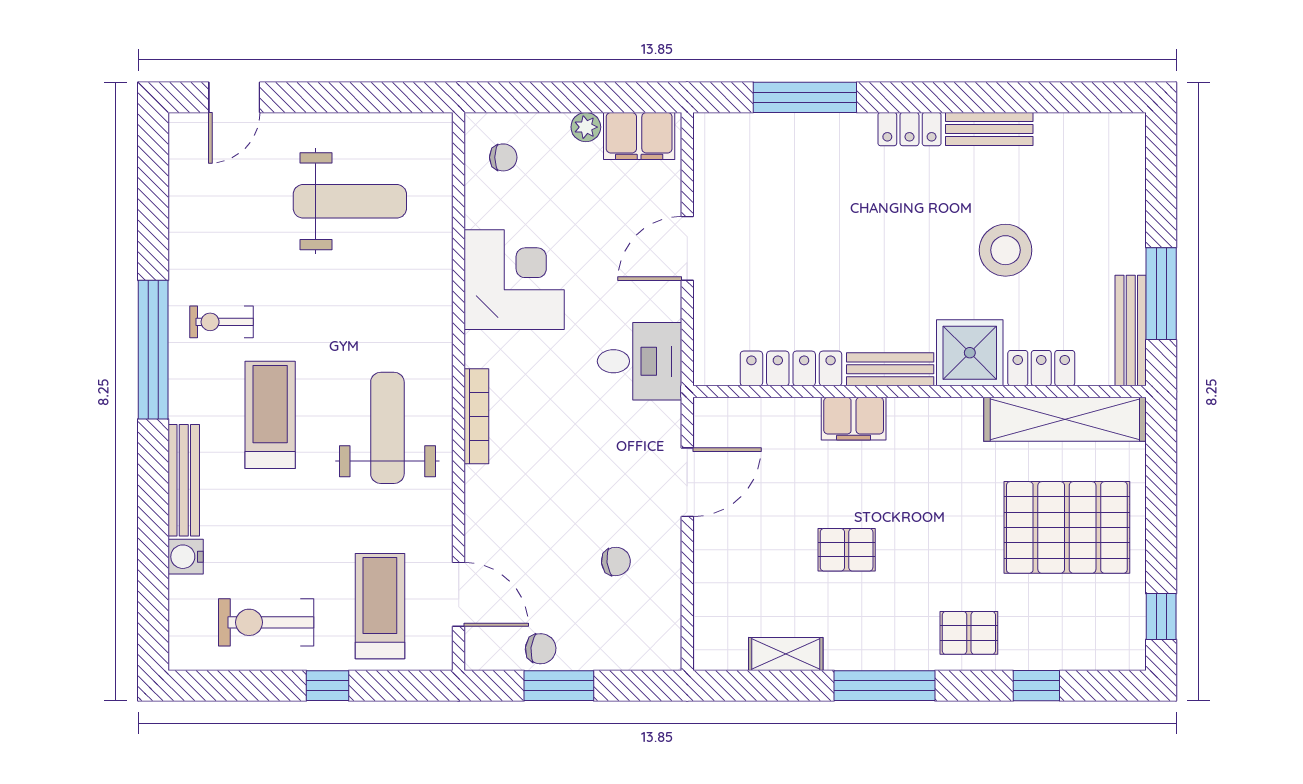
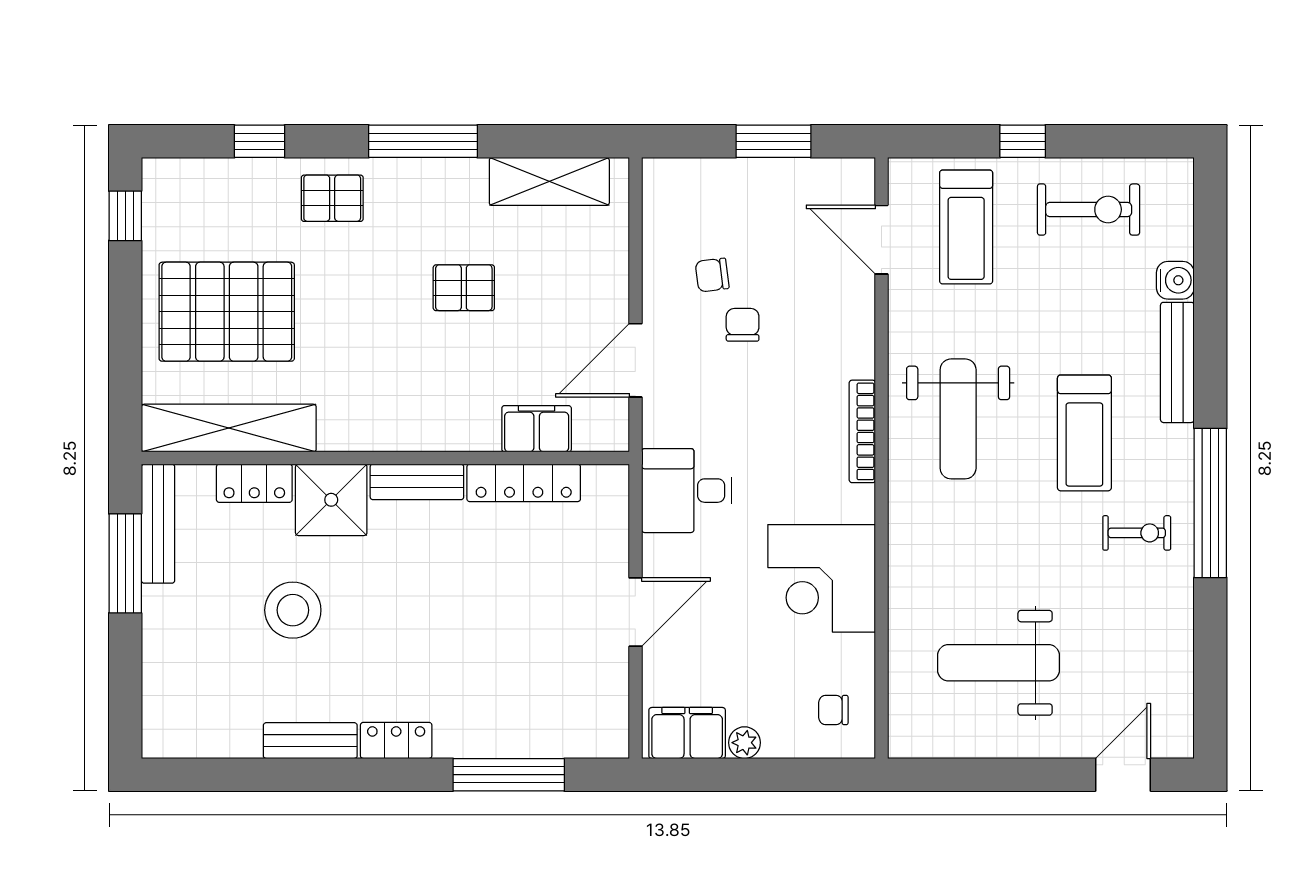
filing cabinet: (854, 419) -> (537, 429), moved
chair: (541, 649) -> (743, 325), moved, turned 84
shelving: (786, 654) -> (549, 181), width x1.50, depth x1.33

